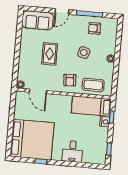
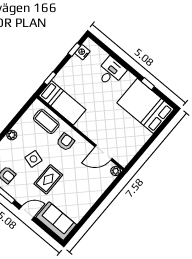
rug: (50, 54) -> (48, 179), moved
door: (38, 91) -> (104, 153), swing flipped
nightstand: (105, 122) -> (82, 52), moved
bed: (32, 140) -> (145, 106), width x0.73

